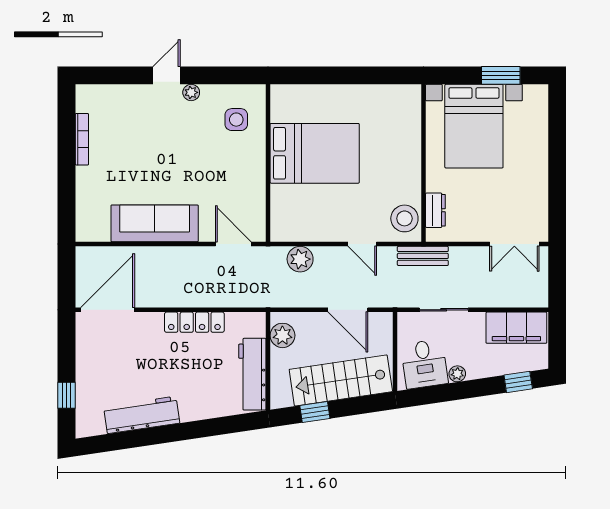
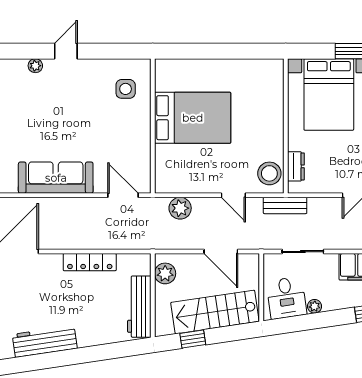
plant: (191, 92) -> (35, 66), moved

